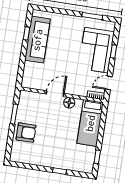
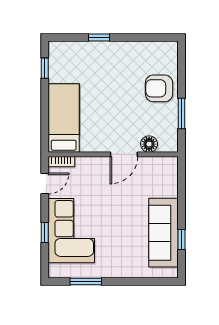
floor lamp: (69, 103) -> (149, 144), moved

